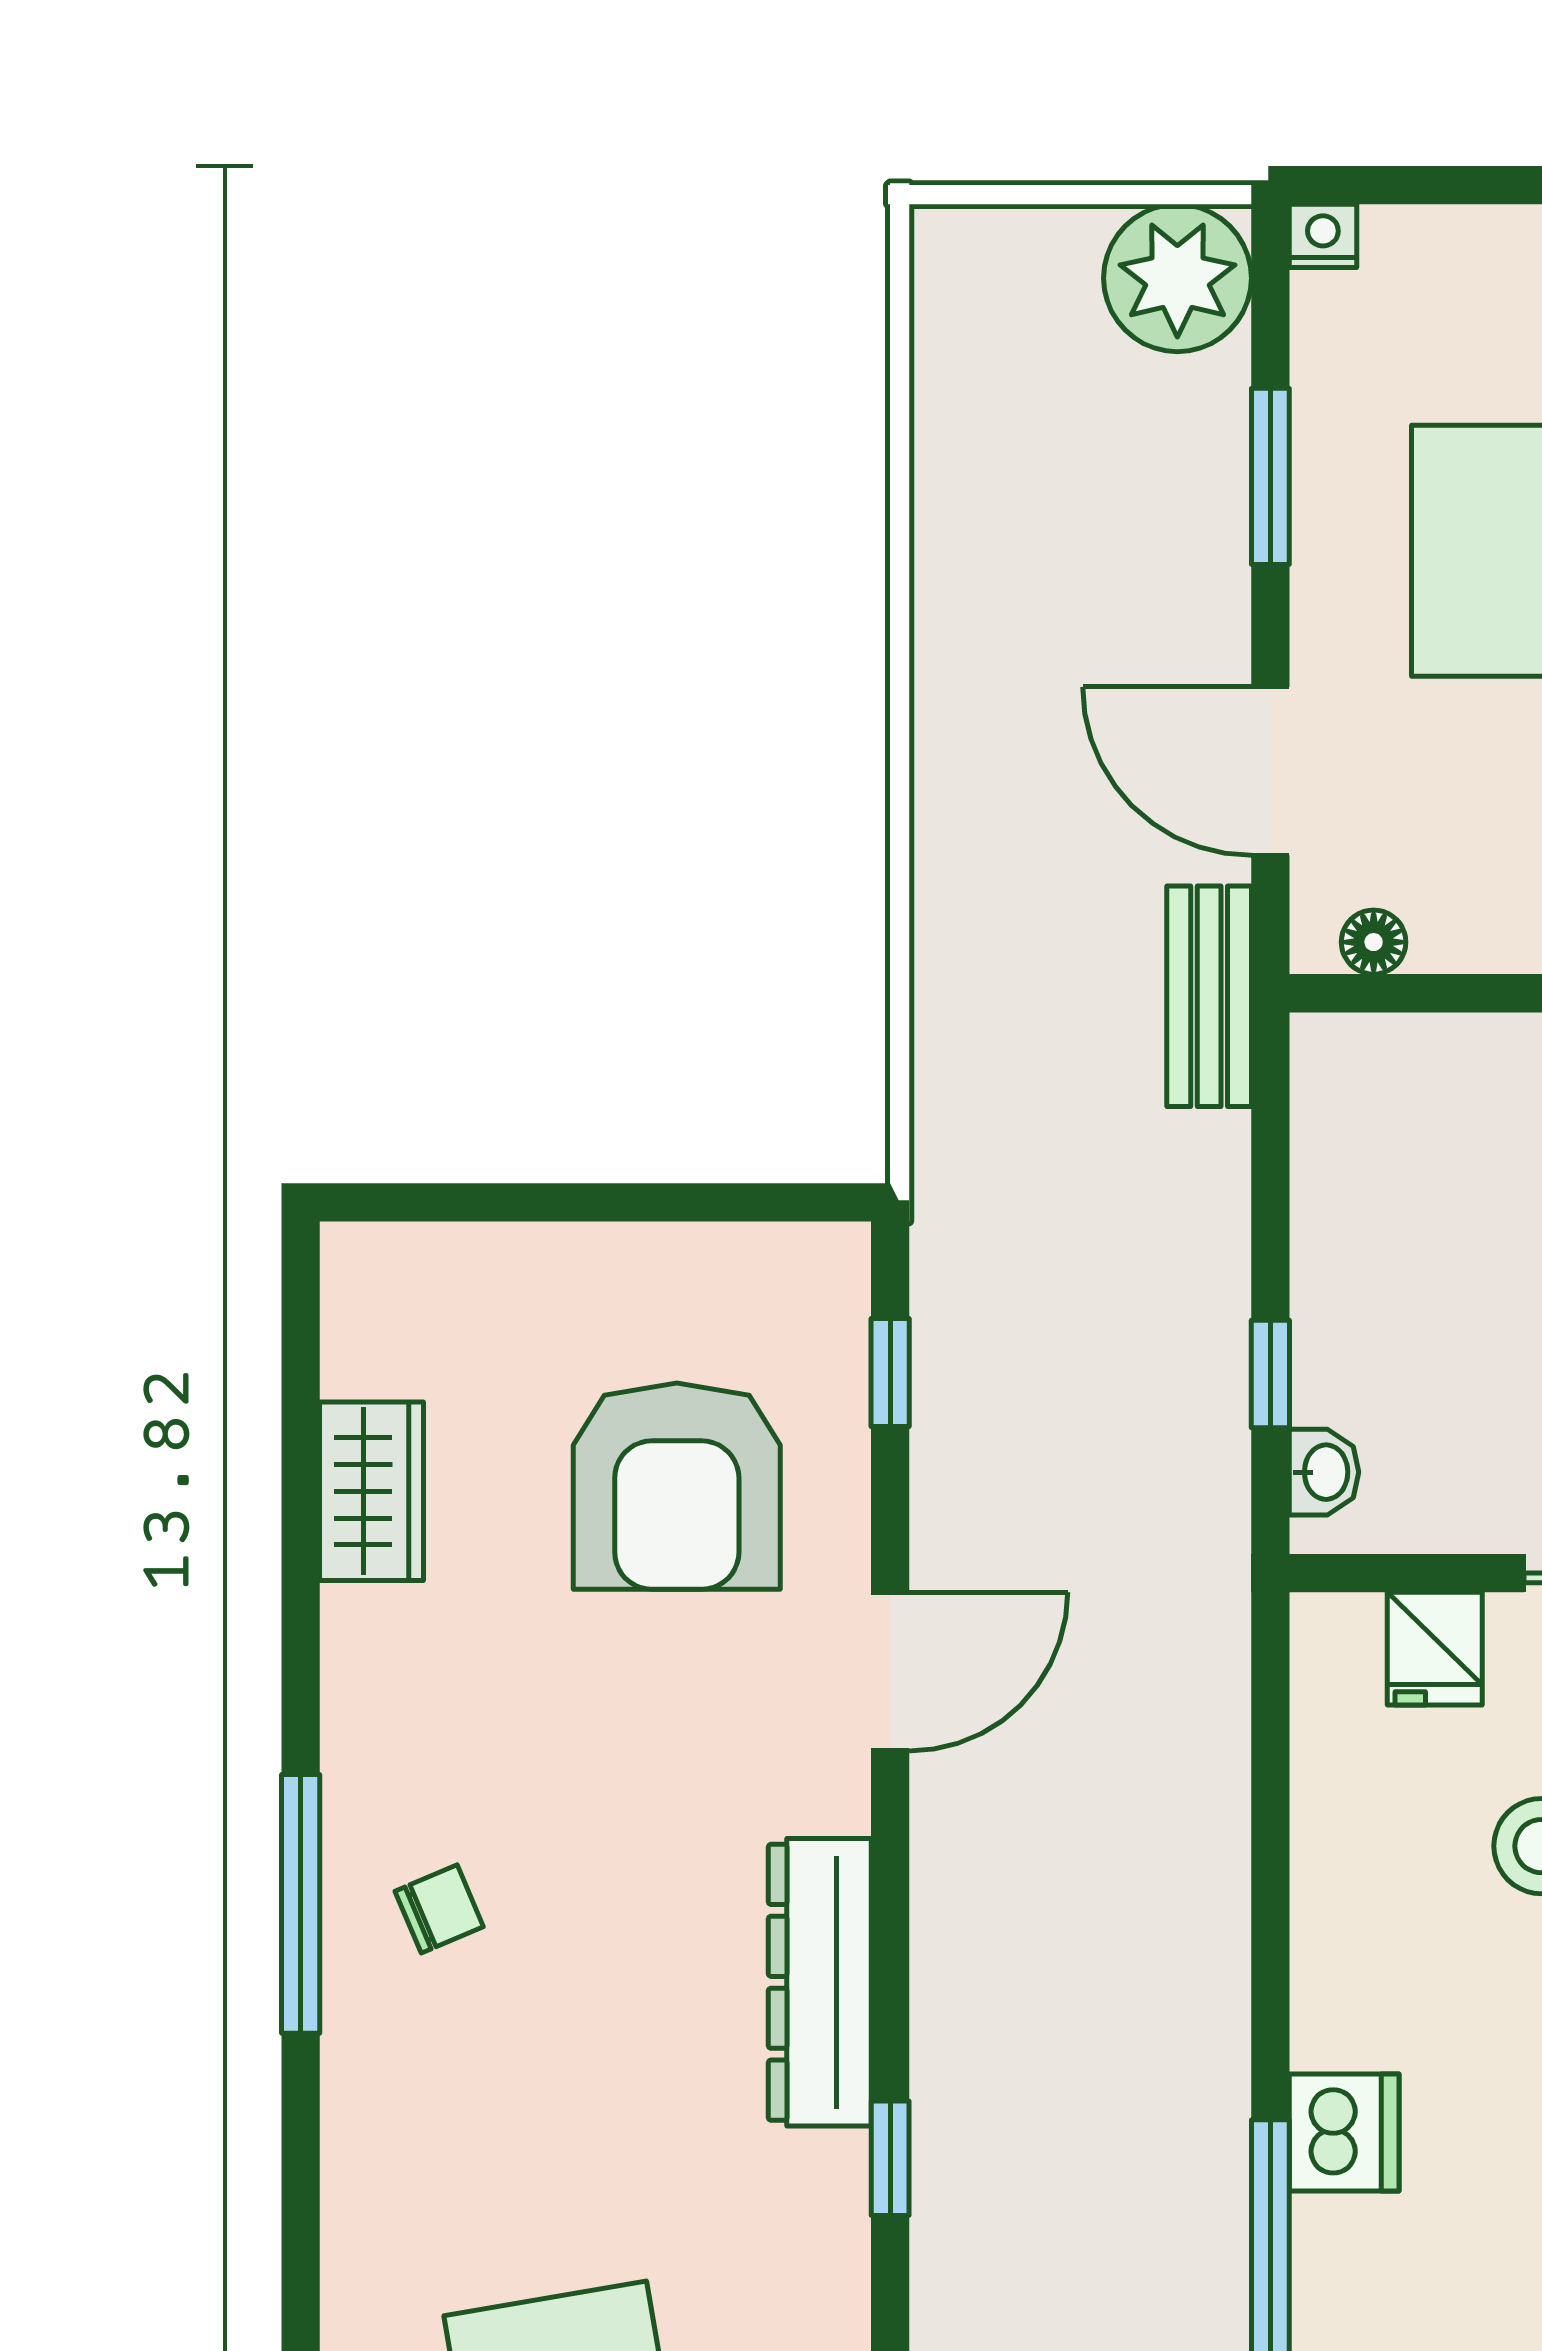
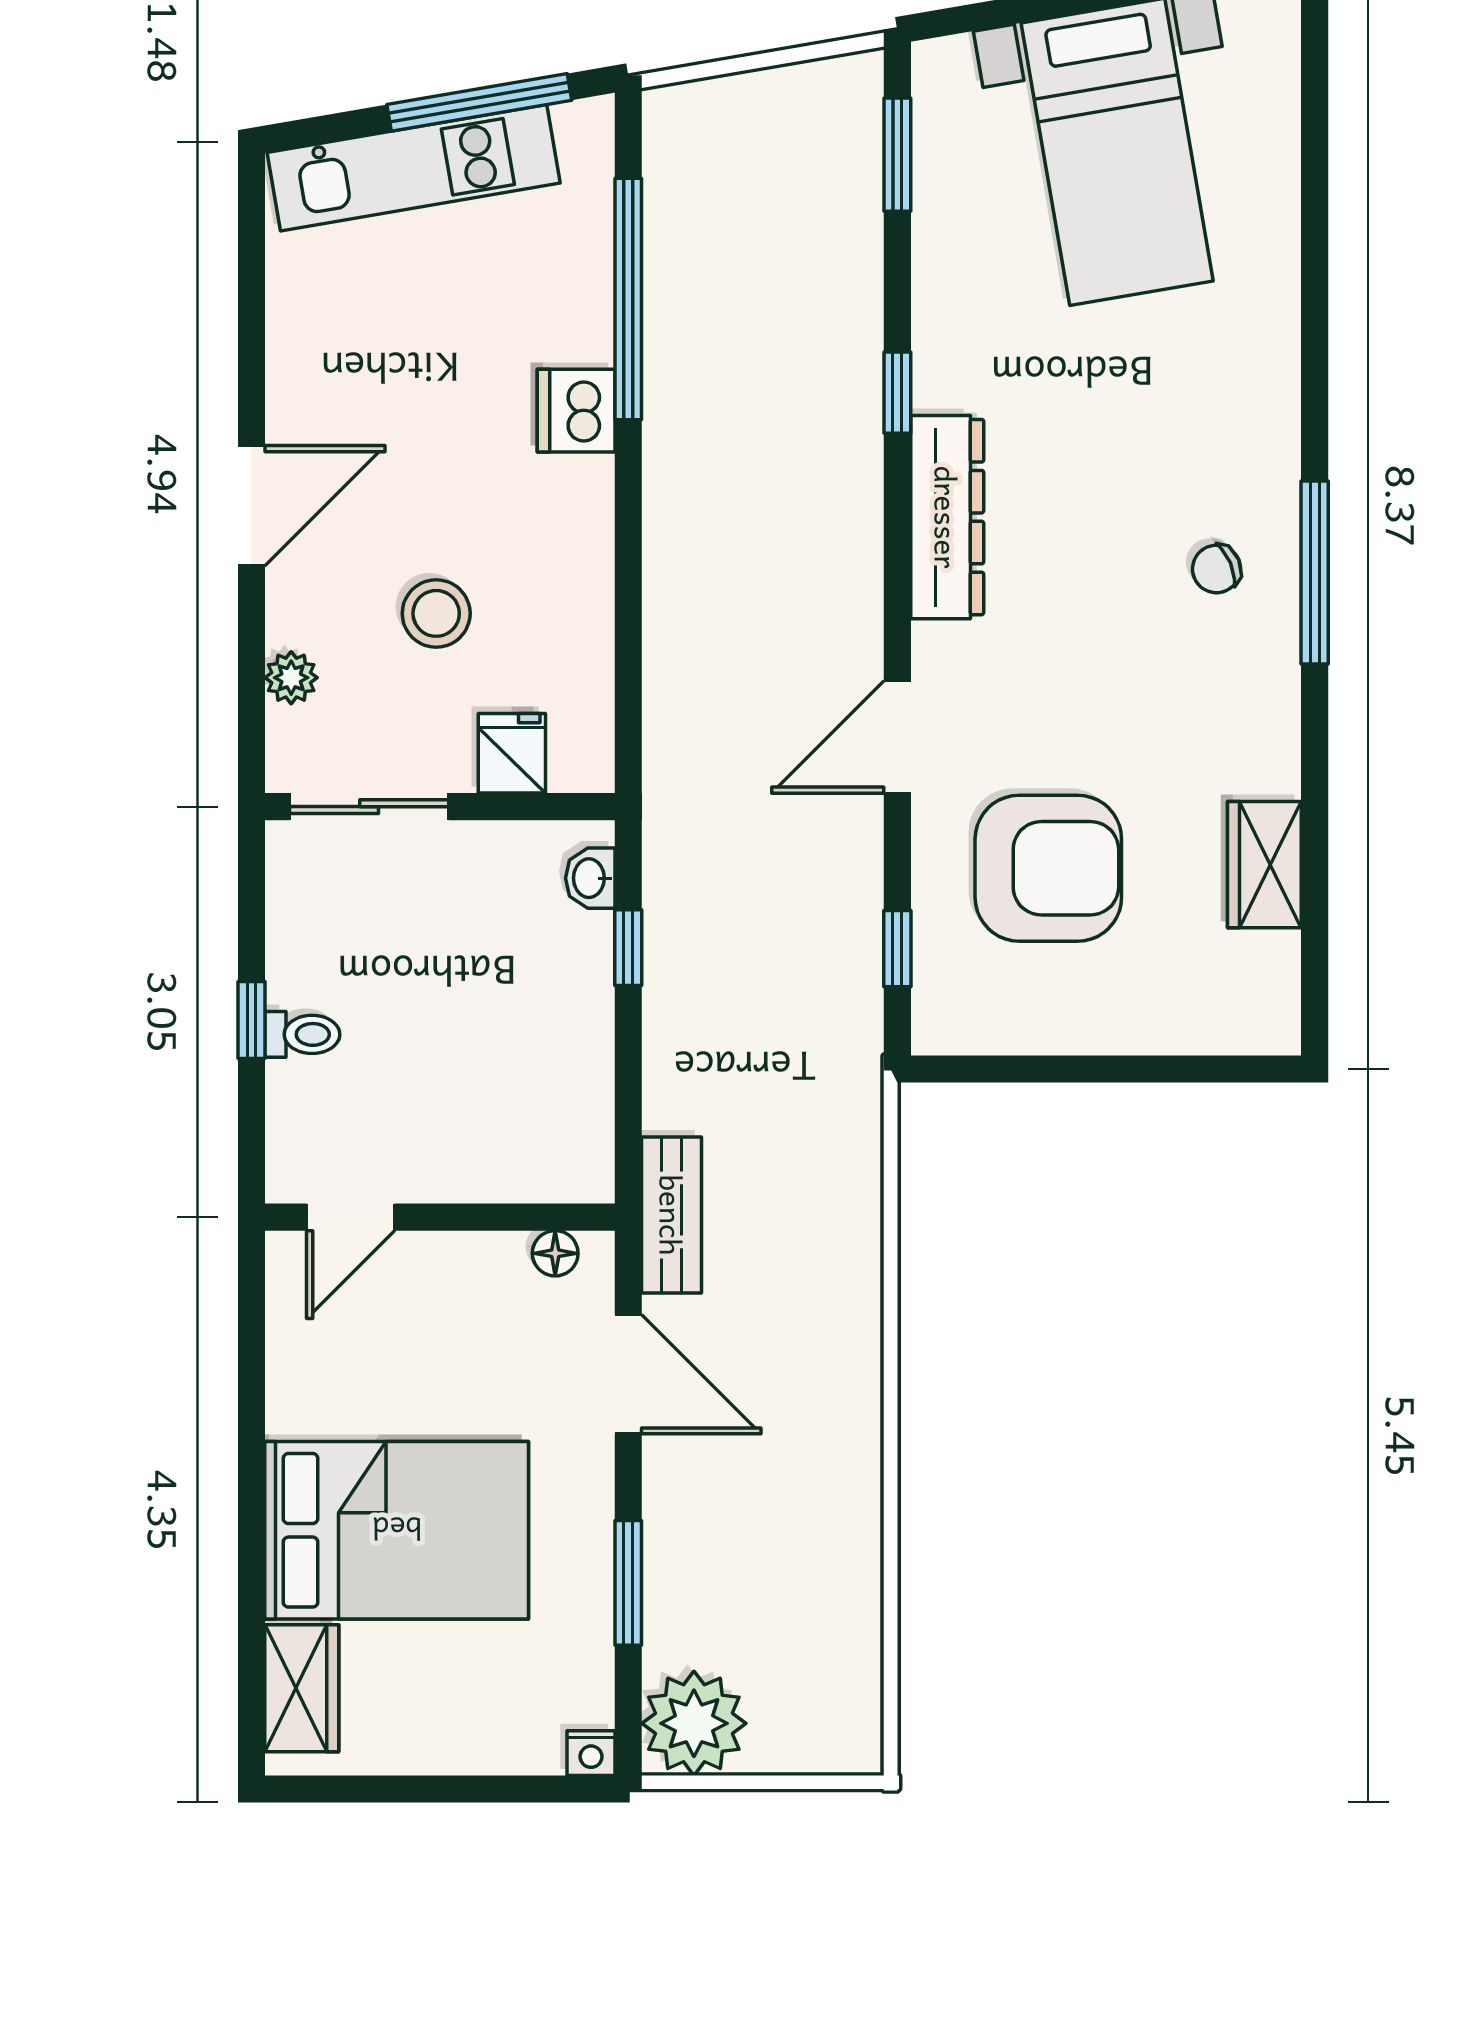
armchair: (677, 1486) -> (1048, 868), turned 90

